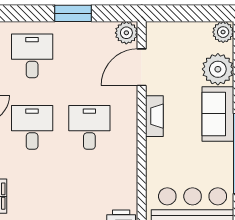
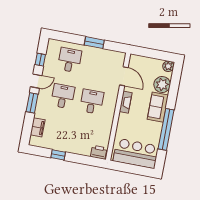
plant: (126, 33) -> (119, 57), removed
door: (142, 67) -> (124, 76), swing flipped

